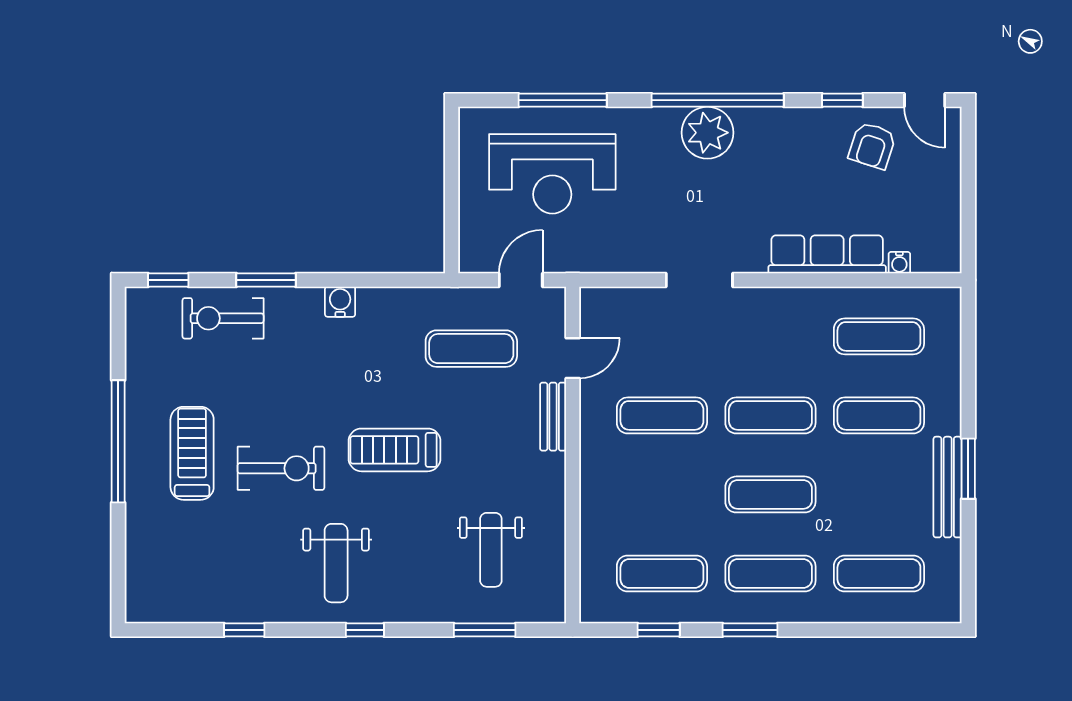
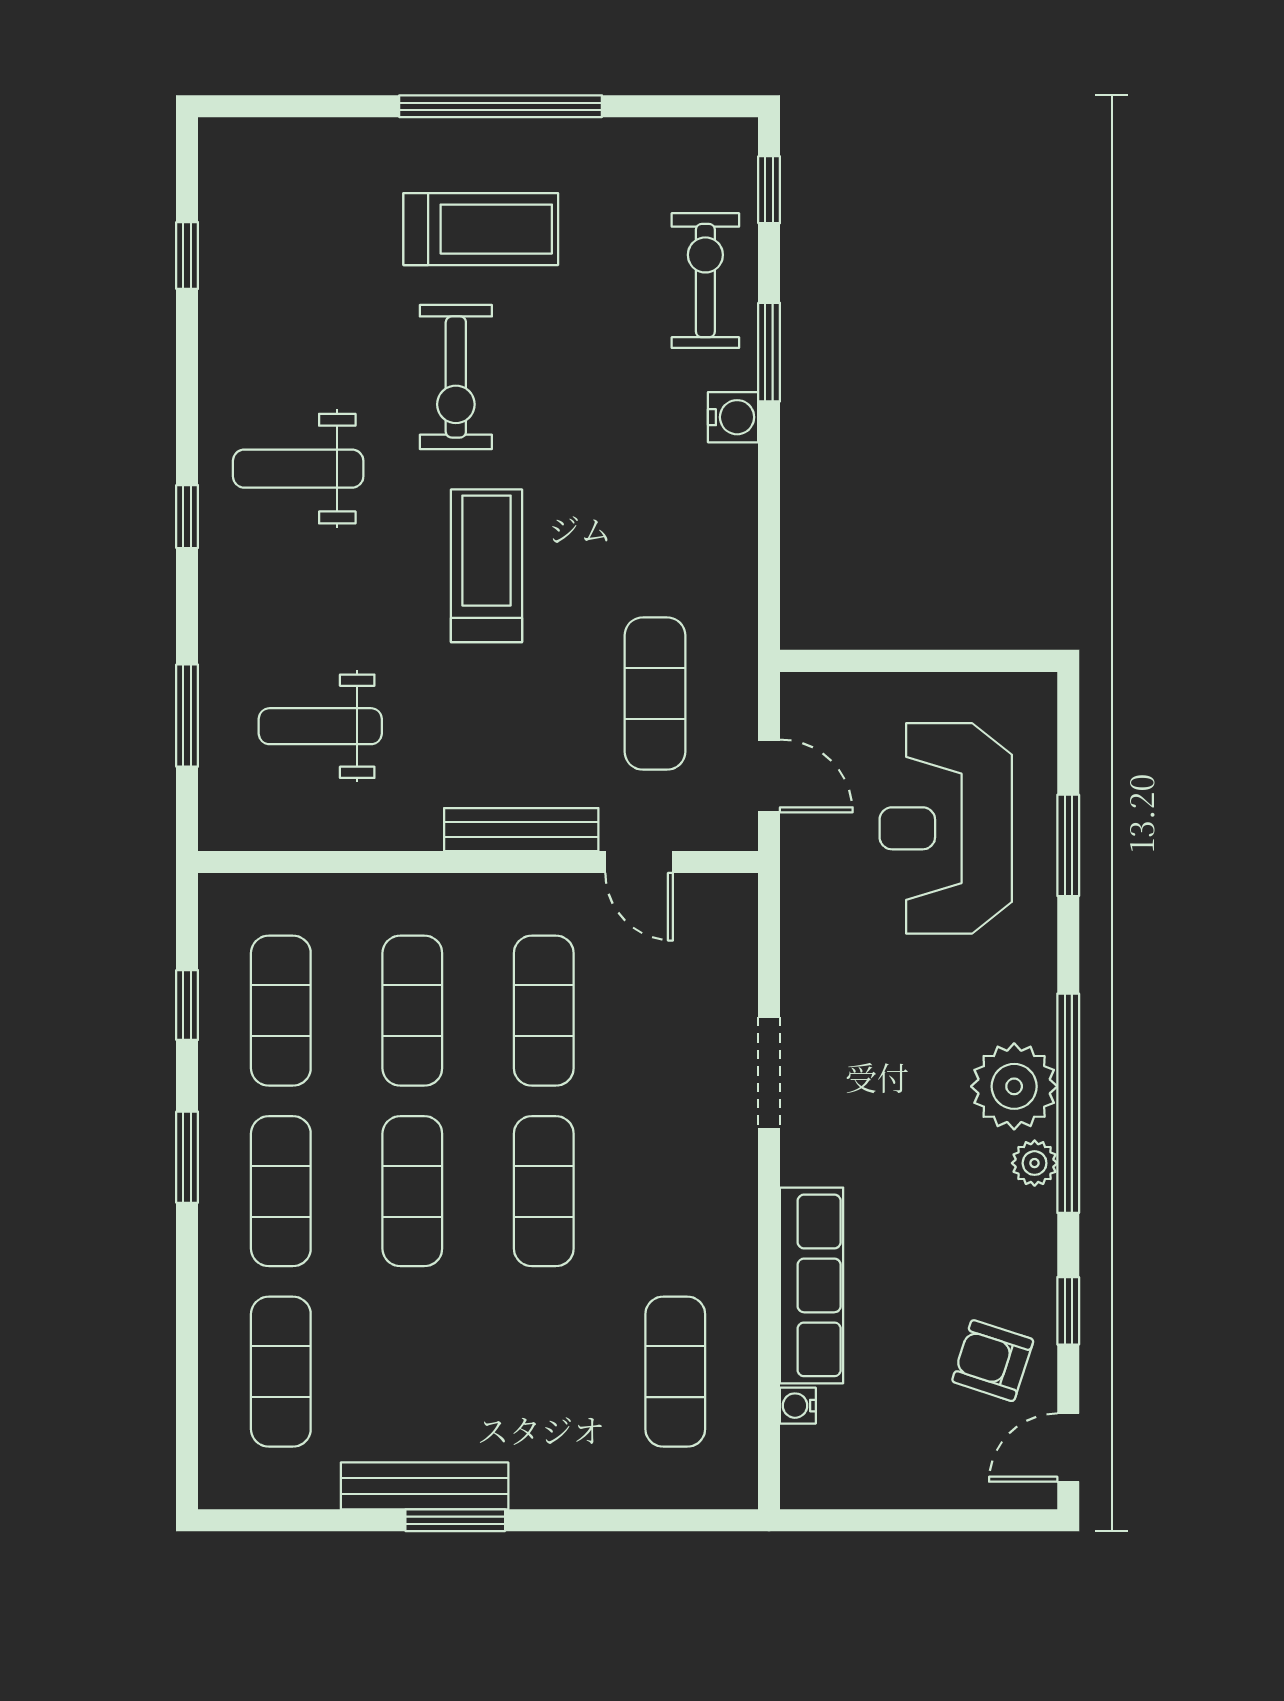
window: (563, 100) -> (1068, 845), width x0.69
plant: (754, 120) -> (1035, 1163), added
water cooler: (340, 302) -> (733, 417), moved
exercise mat: (879, 415) -> (412, 1011), moved
bench: (553, 417) -> (521, 830), width x1.36
window: (244, 630) -> (187, 256), moved

